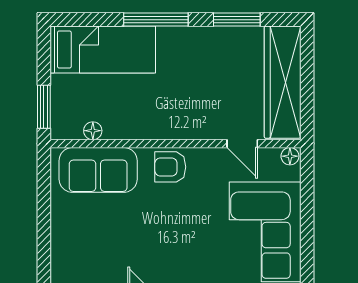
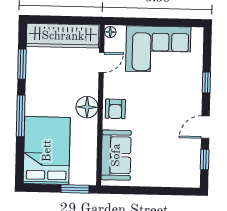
bed: (103, 50) -> (47, 151), width x1.50
floor lamp: (93, 131) -> (87, 107), moved, width x1.89, depth x1.89

